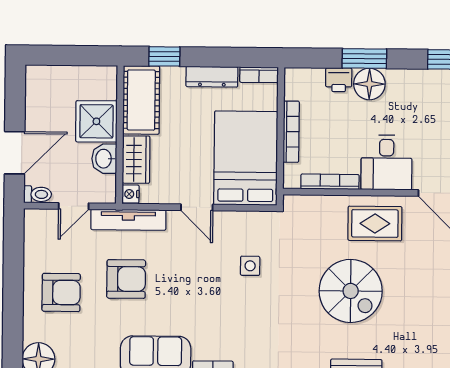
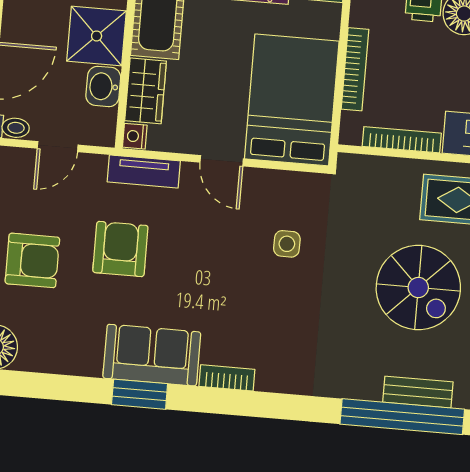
tv unit: (128, 220) -> (144, 171), width x0.71
armchair: (126, 279) -> (120, 249), turned -90

